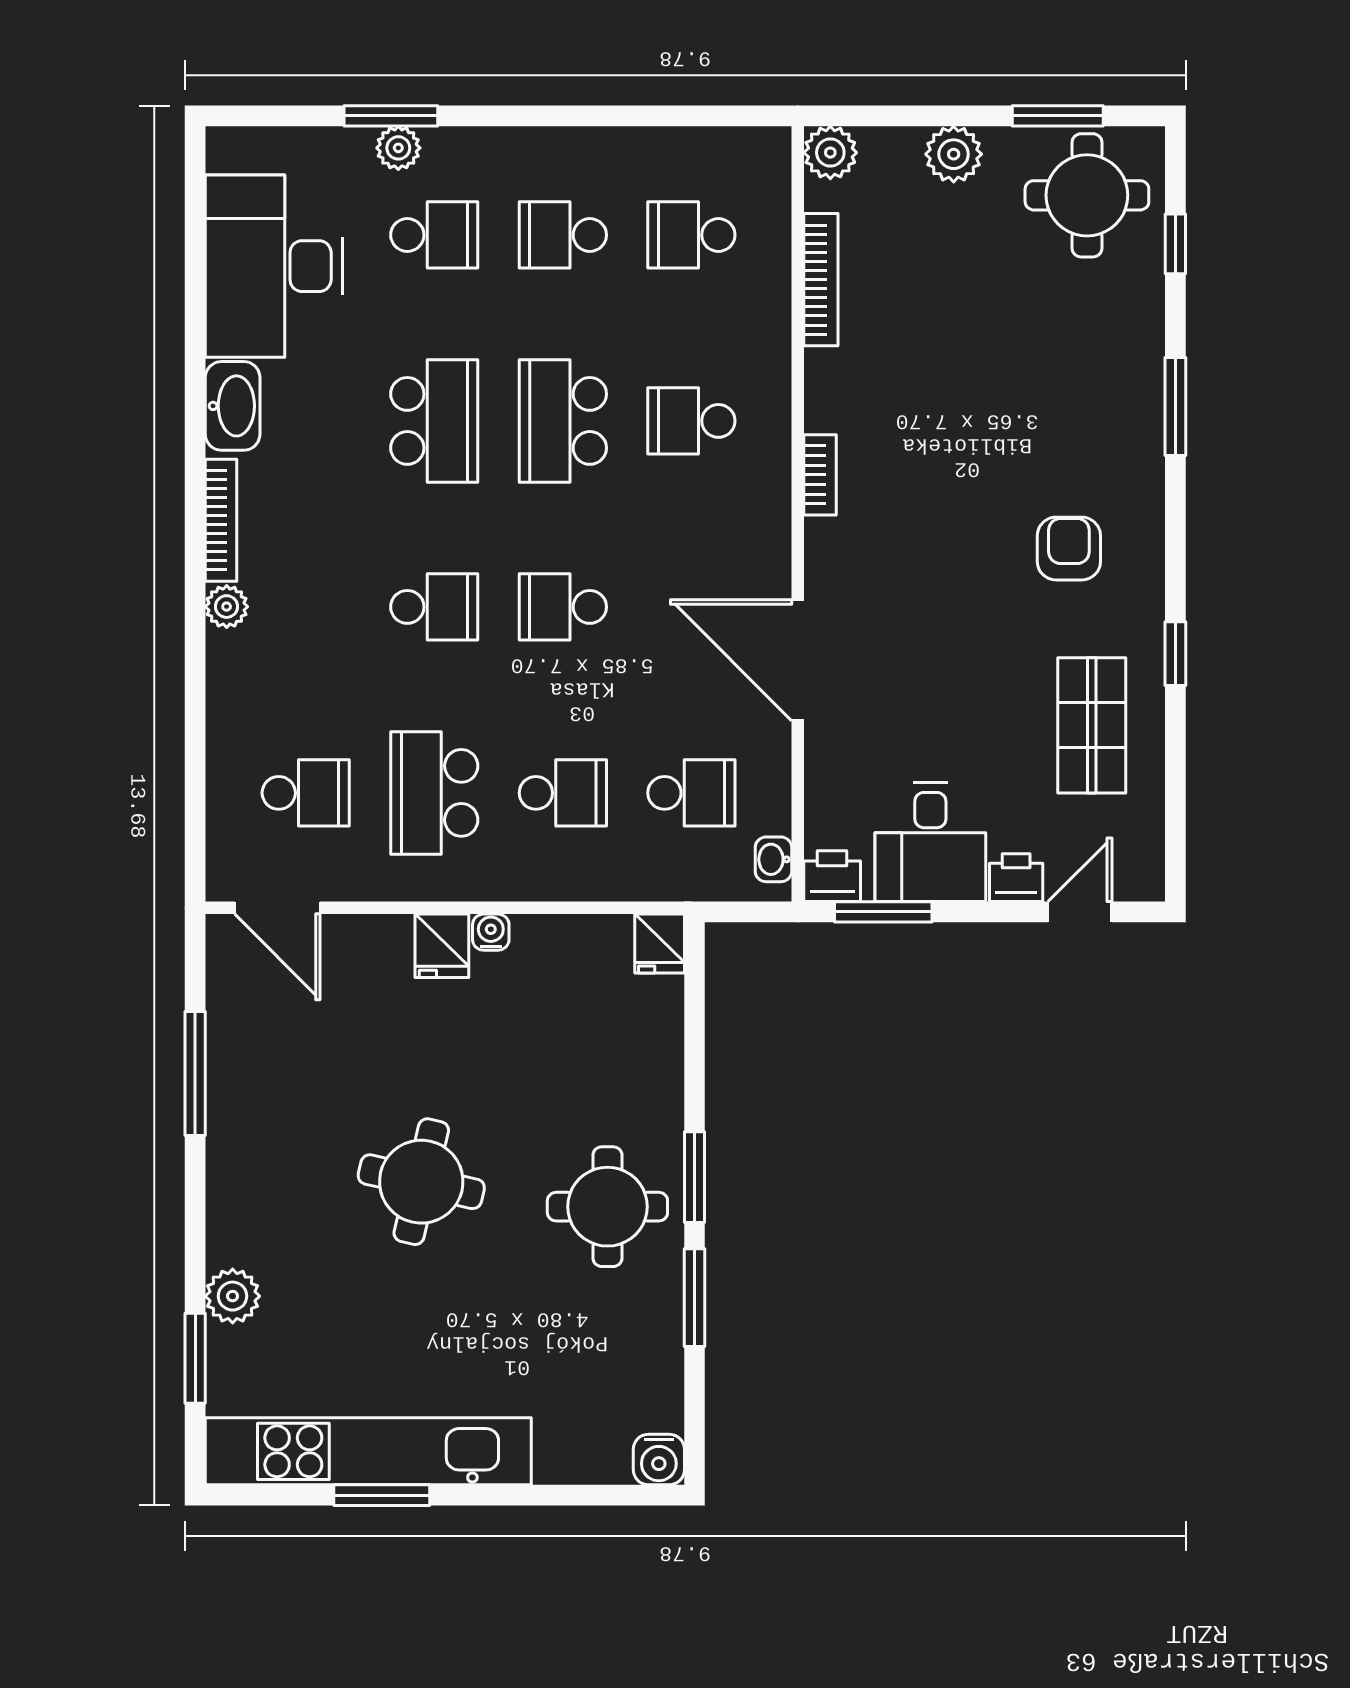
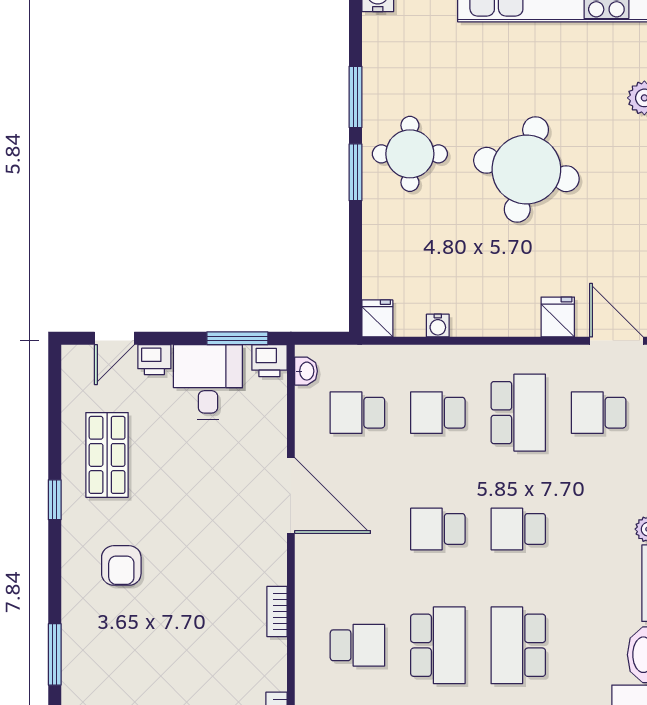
school desk: (563, 607) -> (438, 529), turned 180
water cooler: (491, 932) -> (438, 326), moved
fridge: (442, 946) -> (558, 317), moved
round table: (421, 1182) -> (526, 169), width x1.36, depth x1.36

